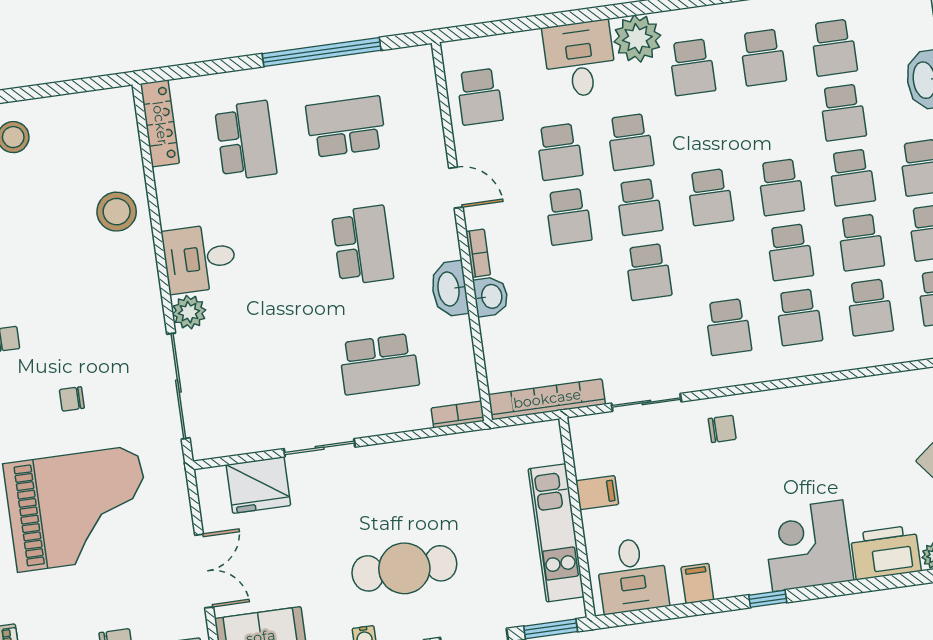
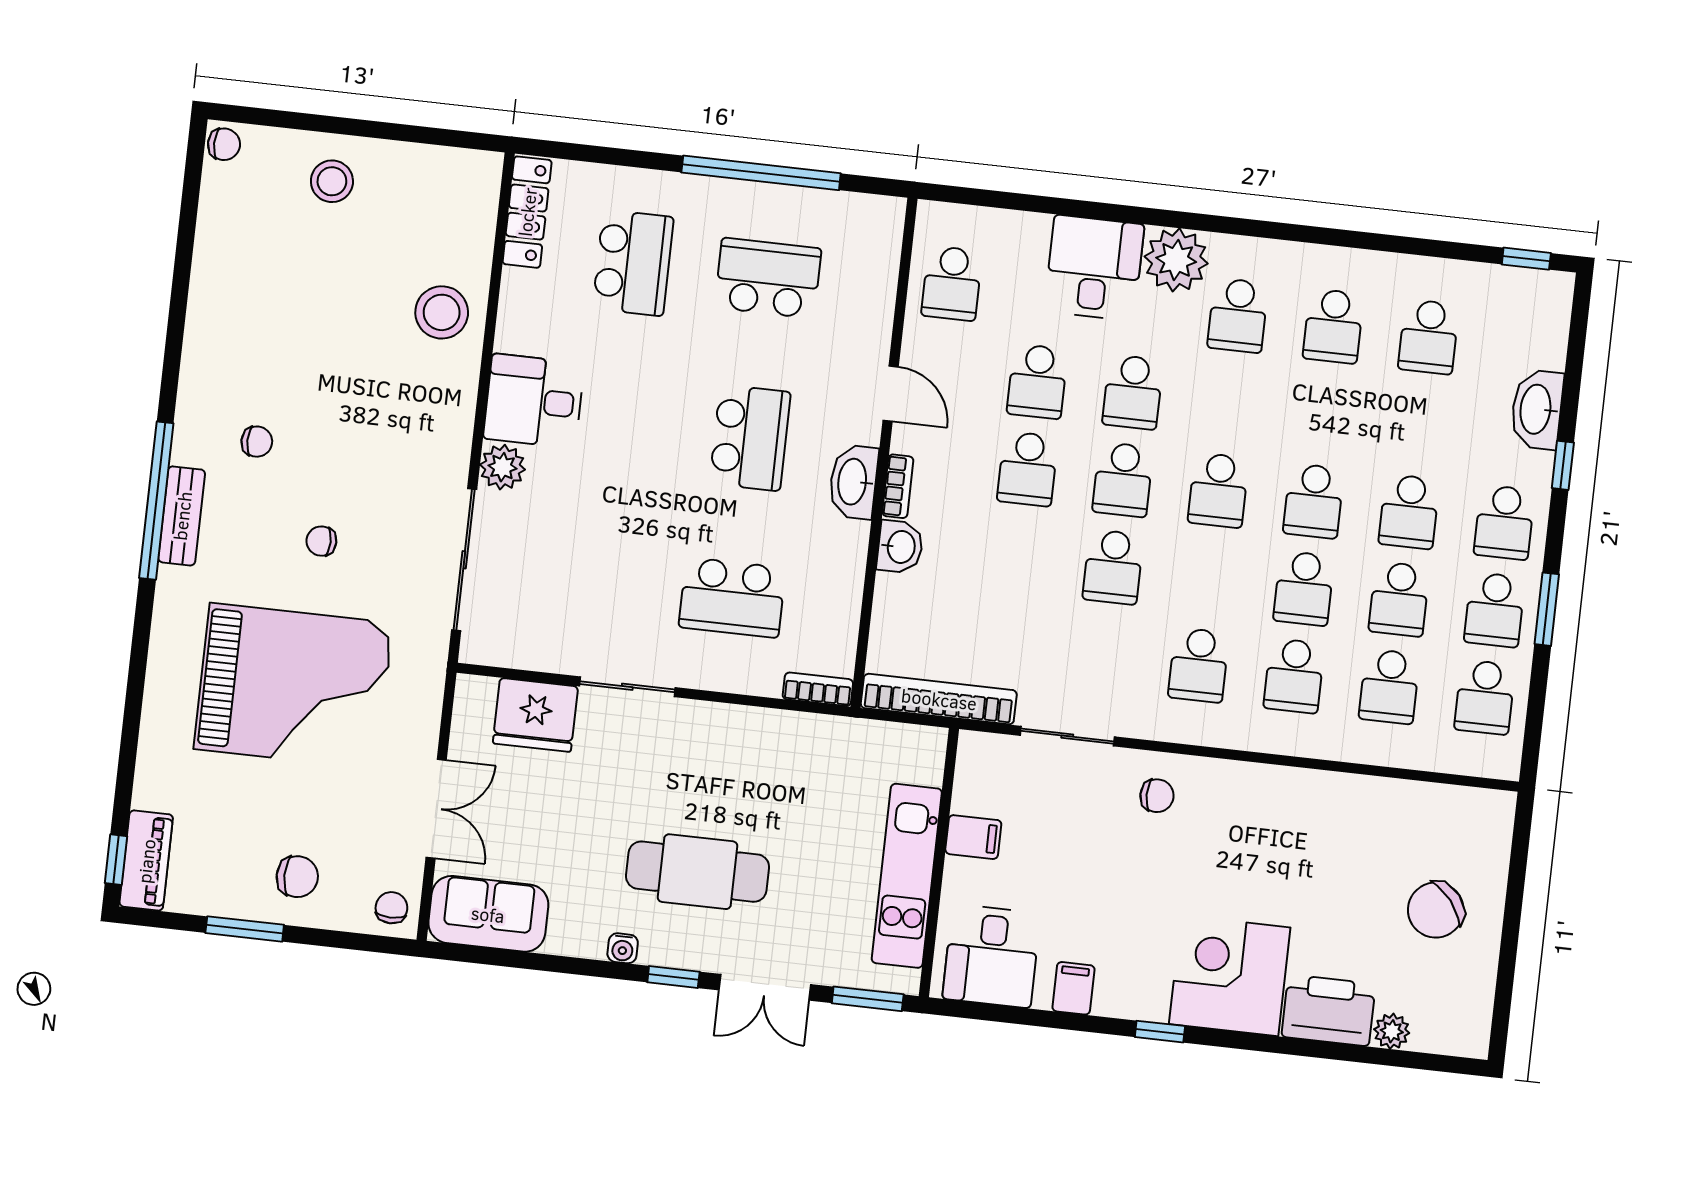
school desk: (843, 112) -> (1419, 424), removed
washbasin: (449, 289) -> (853, 482), moved

